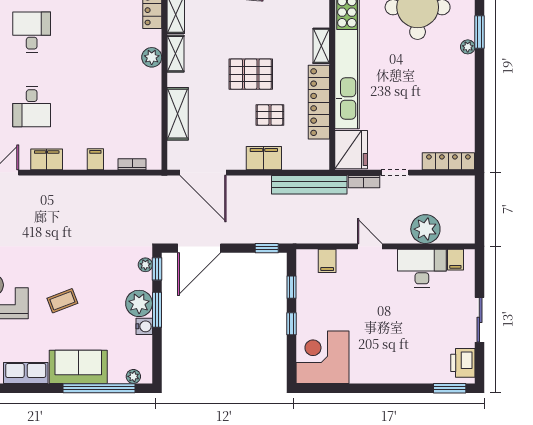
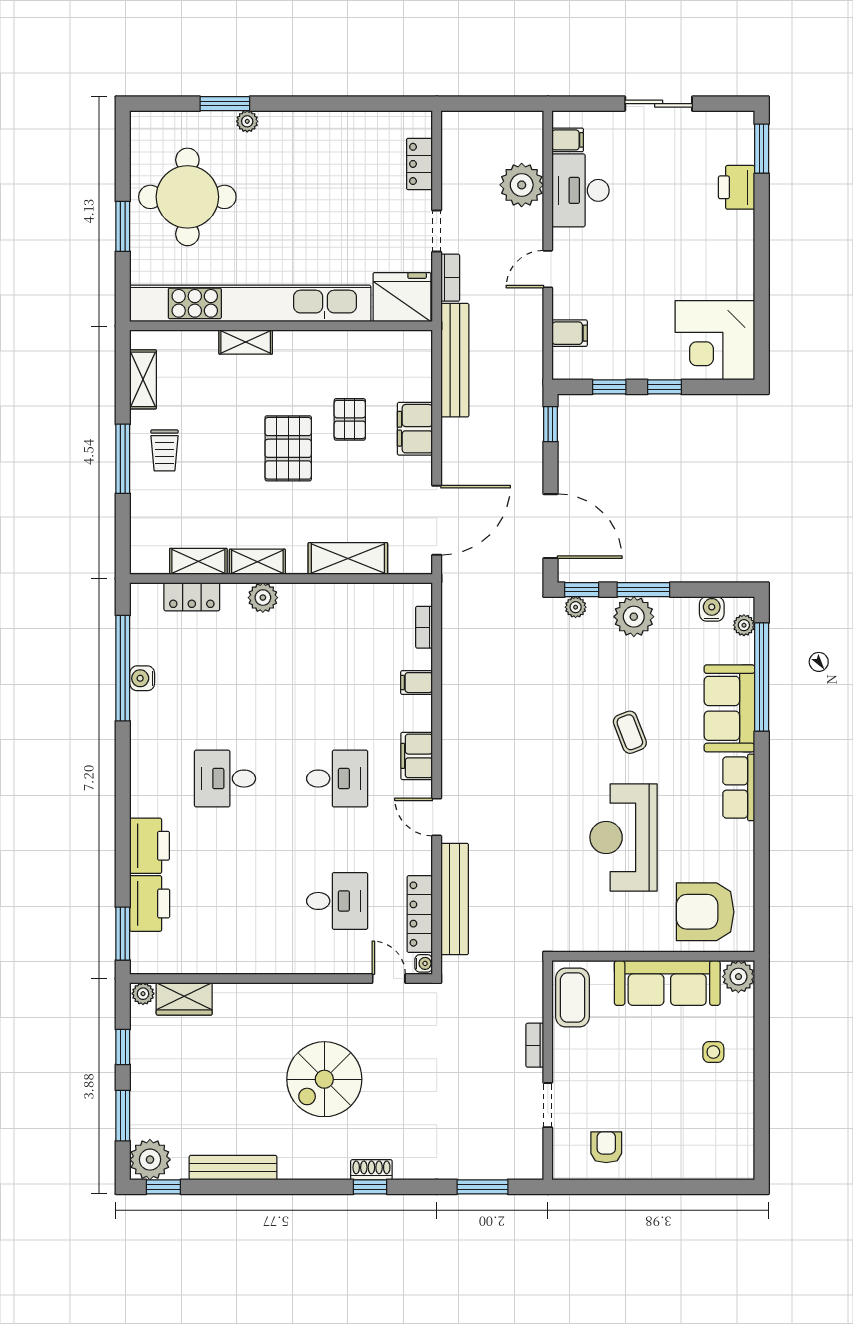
locker: (319, 102) -> (330, 346), removed
locker: (448, 161) -> (419, 164), width x0.66
water cooler: (144, 326) -> (712, 609), moved
printer: (463, 363) -> (737, 187), moved, turned 90

